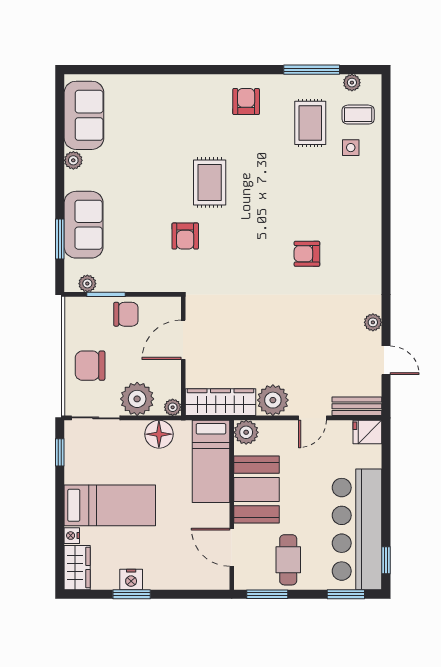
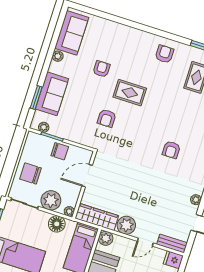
armchair: (151, 159) -> (101, 69), added
rug: (210, 182) -> (130, 93), turned 90
armchair: (307, 254) -> (171, 150), turned -90

